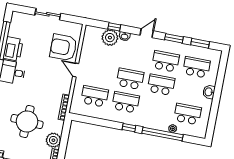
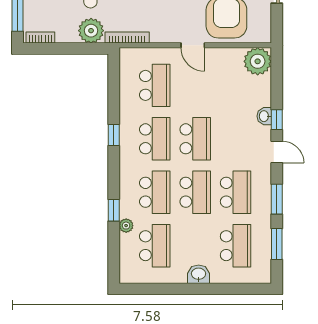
window: (114, 27) -> (277, 120), moved
plant: (110, 38) -> (258, 61), moved
door: (76, 70) -> (193, 45), swing flipped
school desk: (157, 108) -> (155, 192), added
window: (129, 128) -> (114, 135), moved
window: (162, 134) -> (114, 210), width x0.32
plant: (53, 140) -> (91, 31), moved

